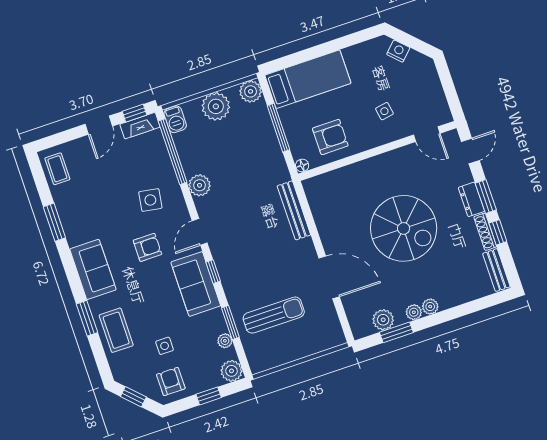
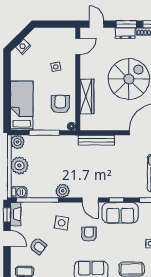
wardrobe: (356, 174) -> (87, 96), added
armchair: (103, 176) -> (38, 246), added

